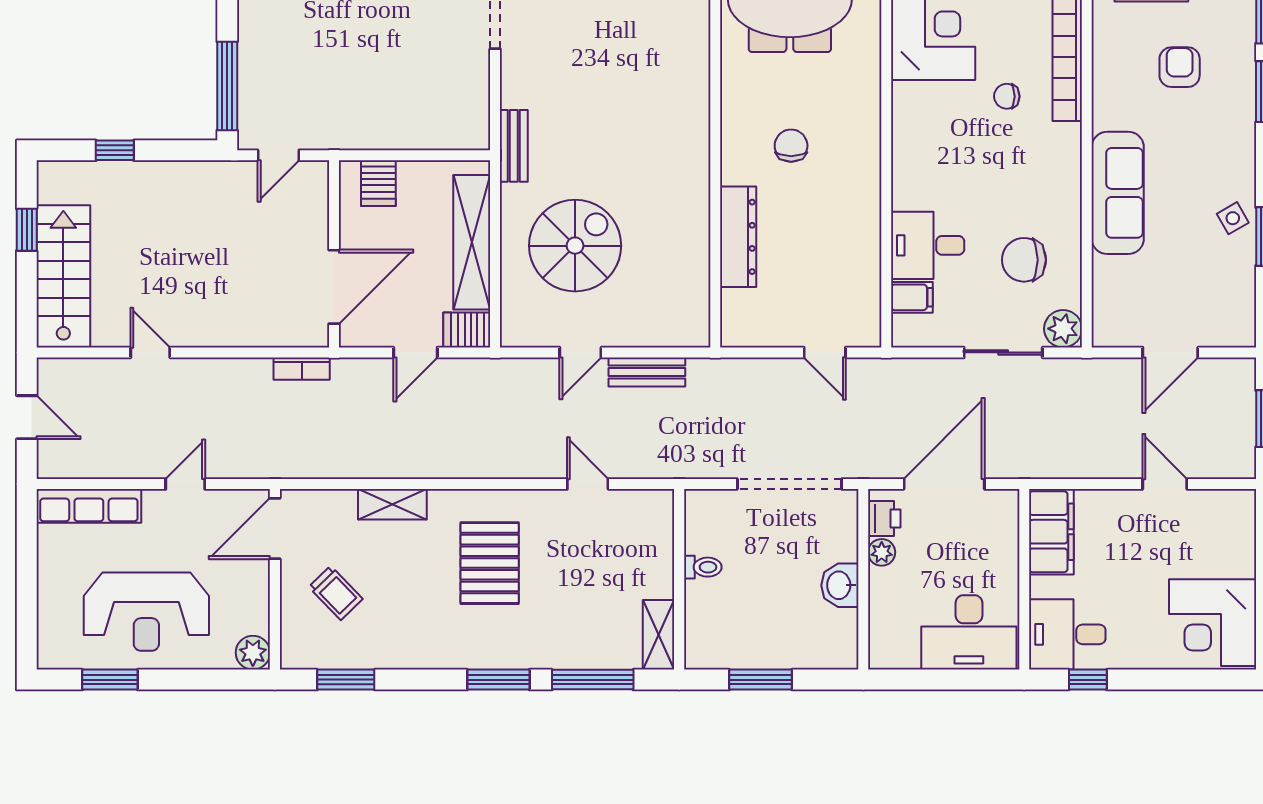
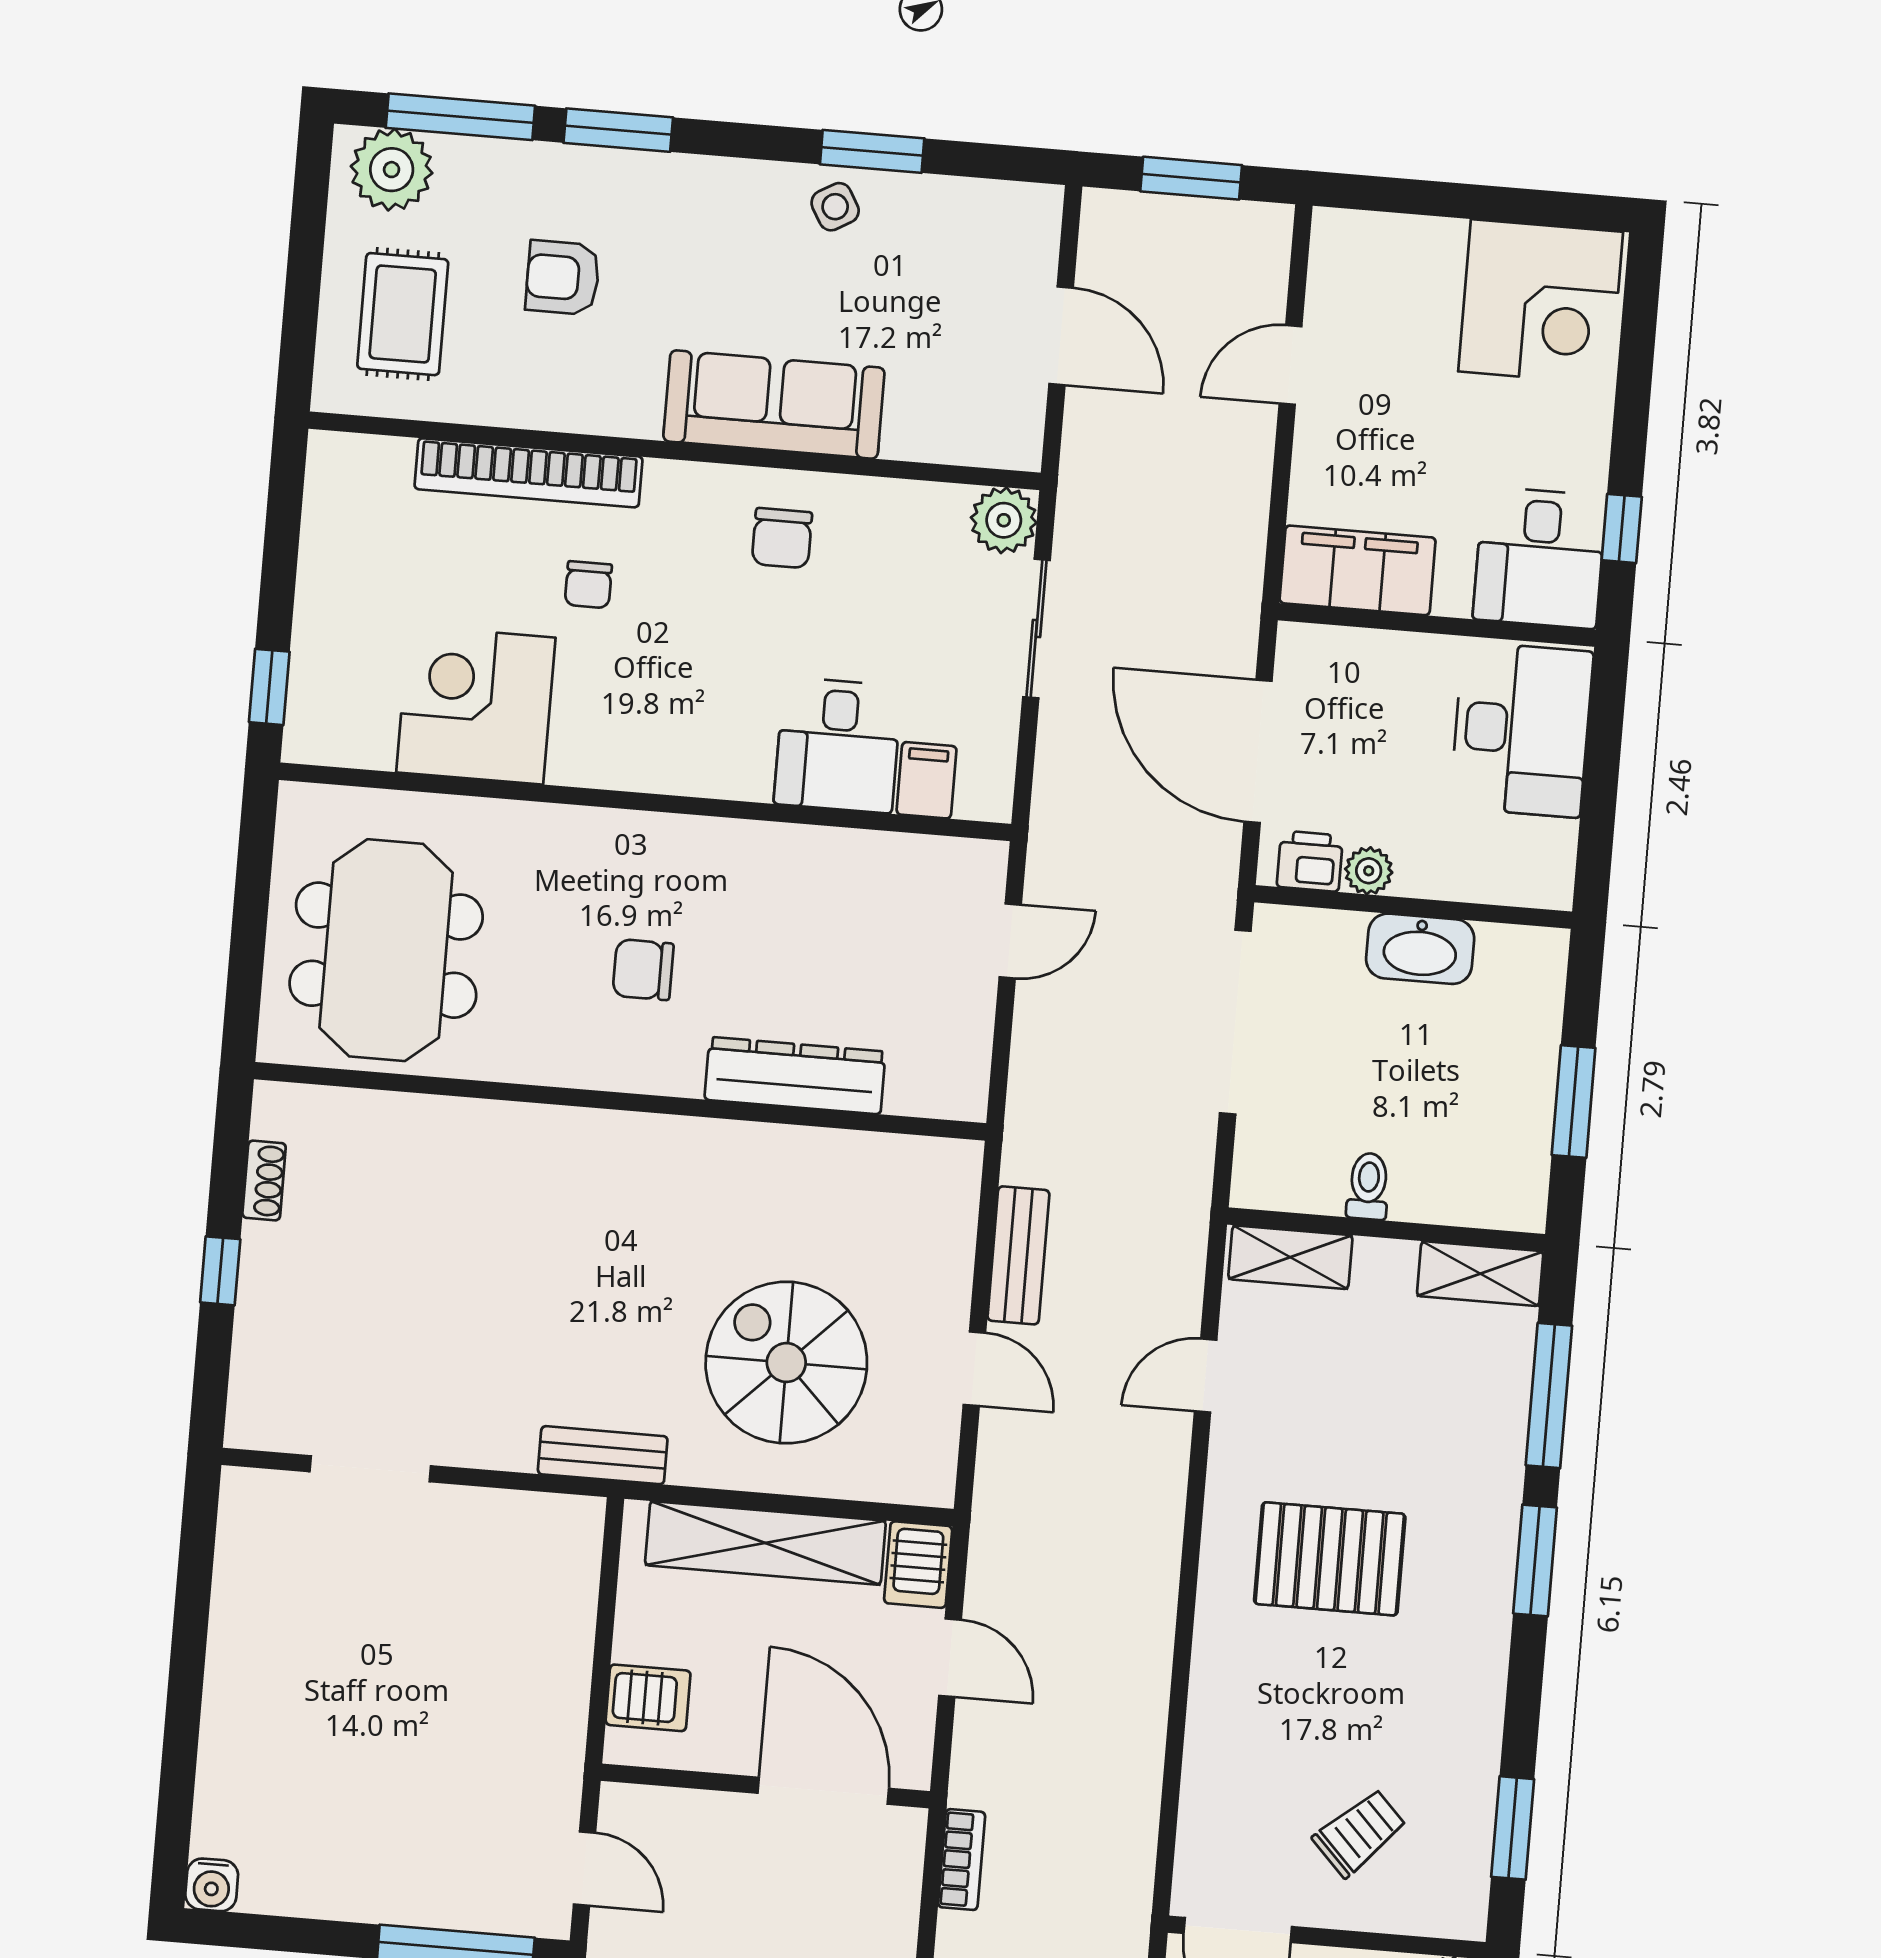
chair: (1024, 260) -> (782, 538), moved, width x0.73, depth x0.73
shelving: (392, 504) -> (1290, 1257), moved, turned 90
washbasin: (840, 585) -> (1420, 949), width x1.38

